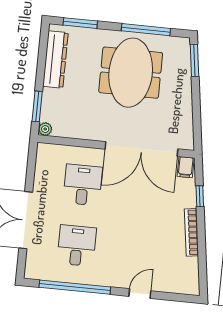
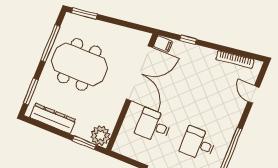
plant: (45, 129) -> (100, 136), width x1.87, depth x1.87
bookcase: (191, 232) -> (235, 59), moved
door: (140, 294) -> (253, 94), moved

